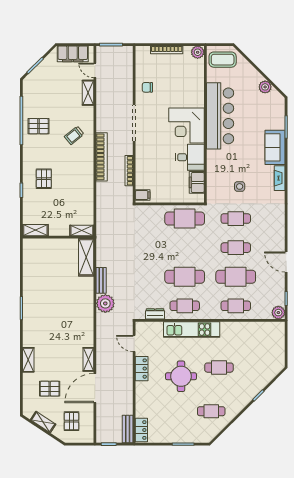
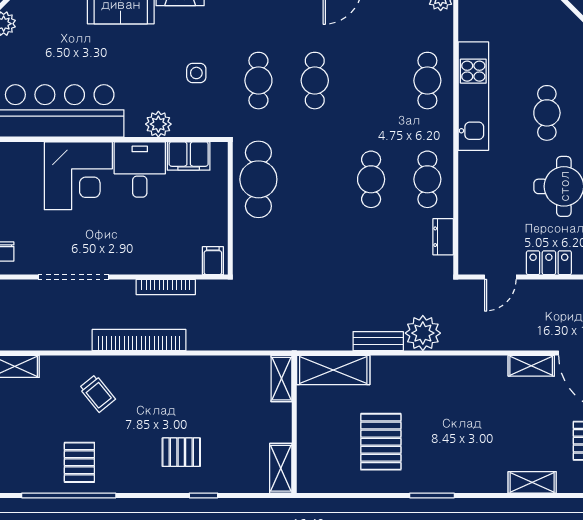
plant: (213, 167) -> (158, 124), added
cafe table: (185, 277) -> (371, 179), width x0.73, depth x0.74
cafe table: (236, 277) -> (371, 81), removed
pallet: (49, 282) -> (381, 442), added
kitchen unit: (192, 330) -> (473, 96), moved

